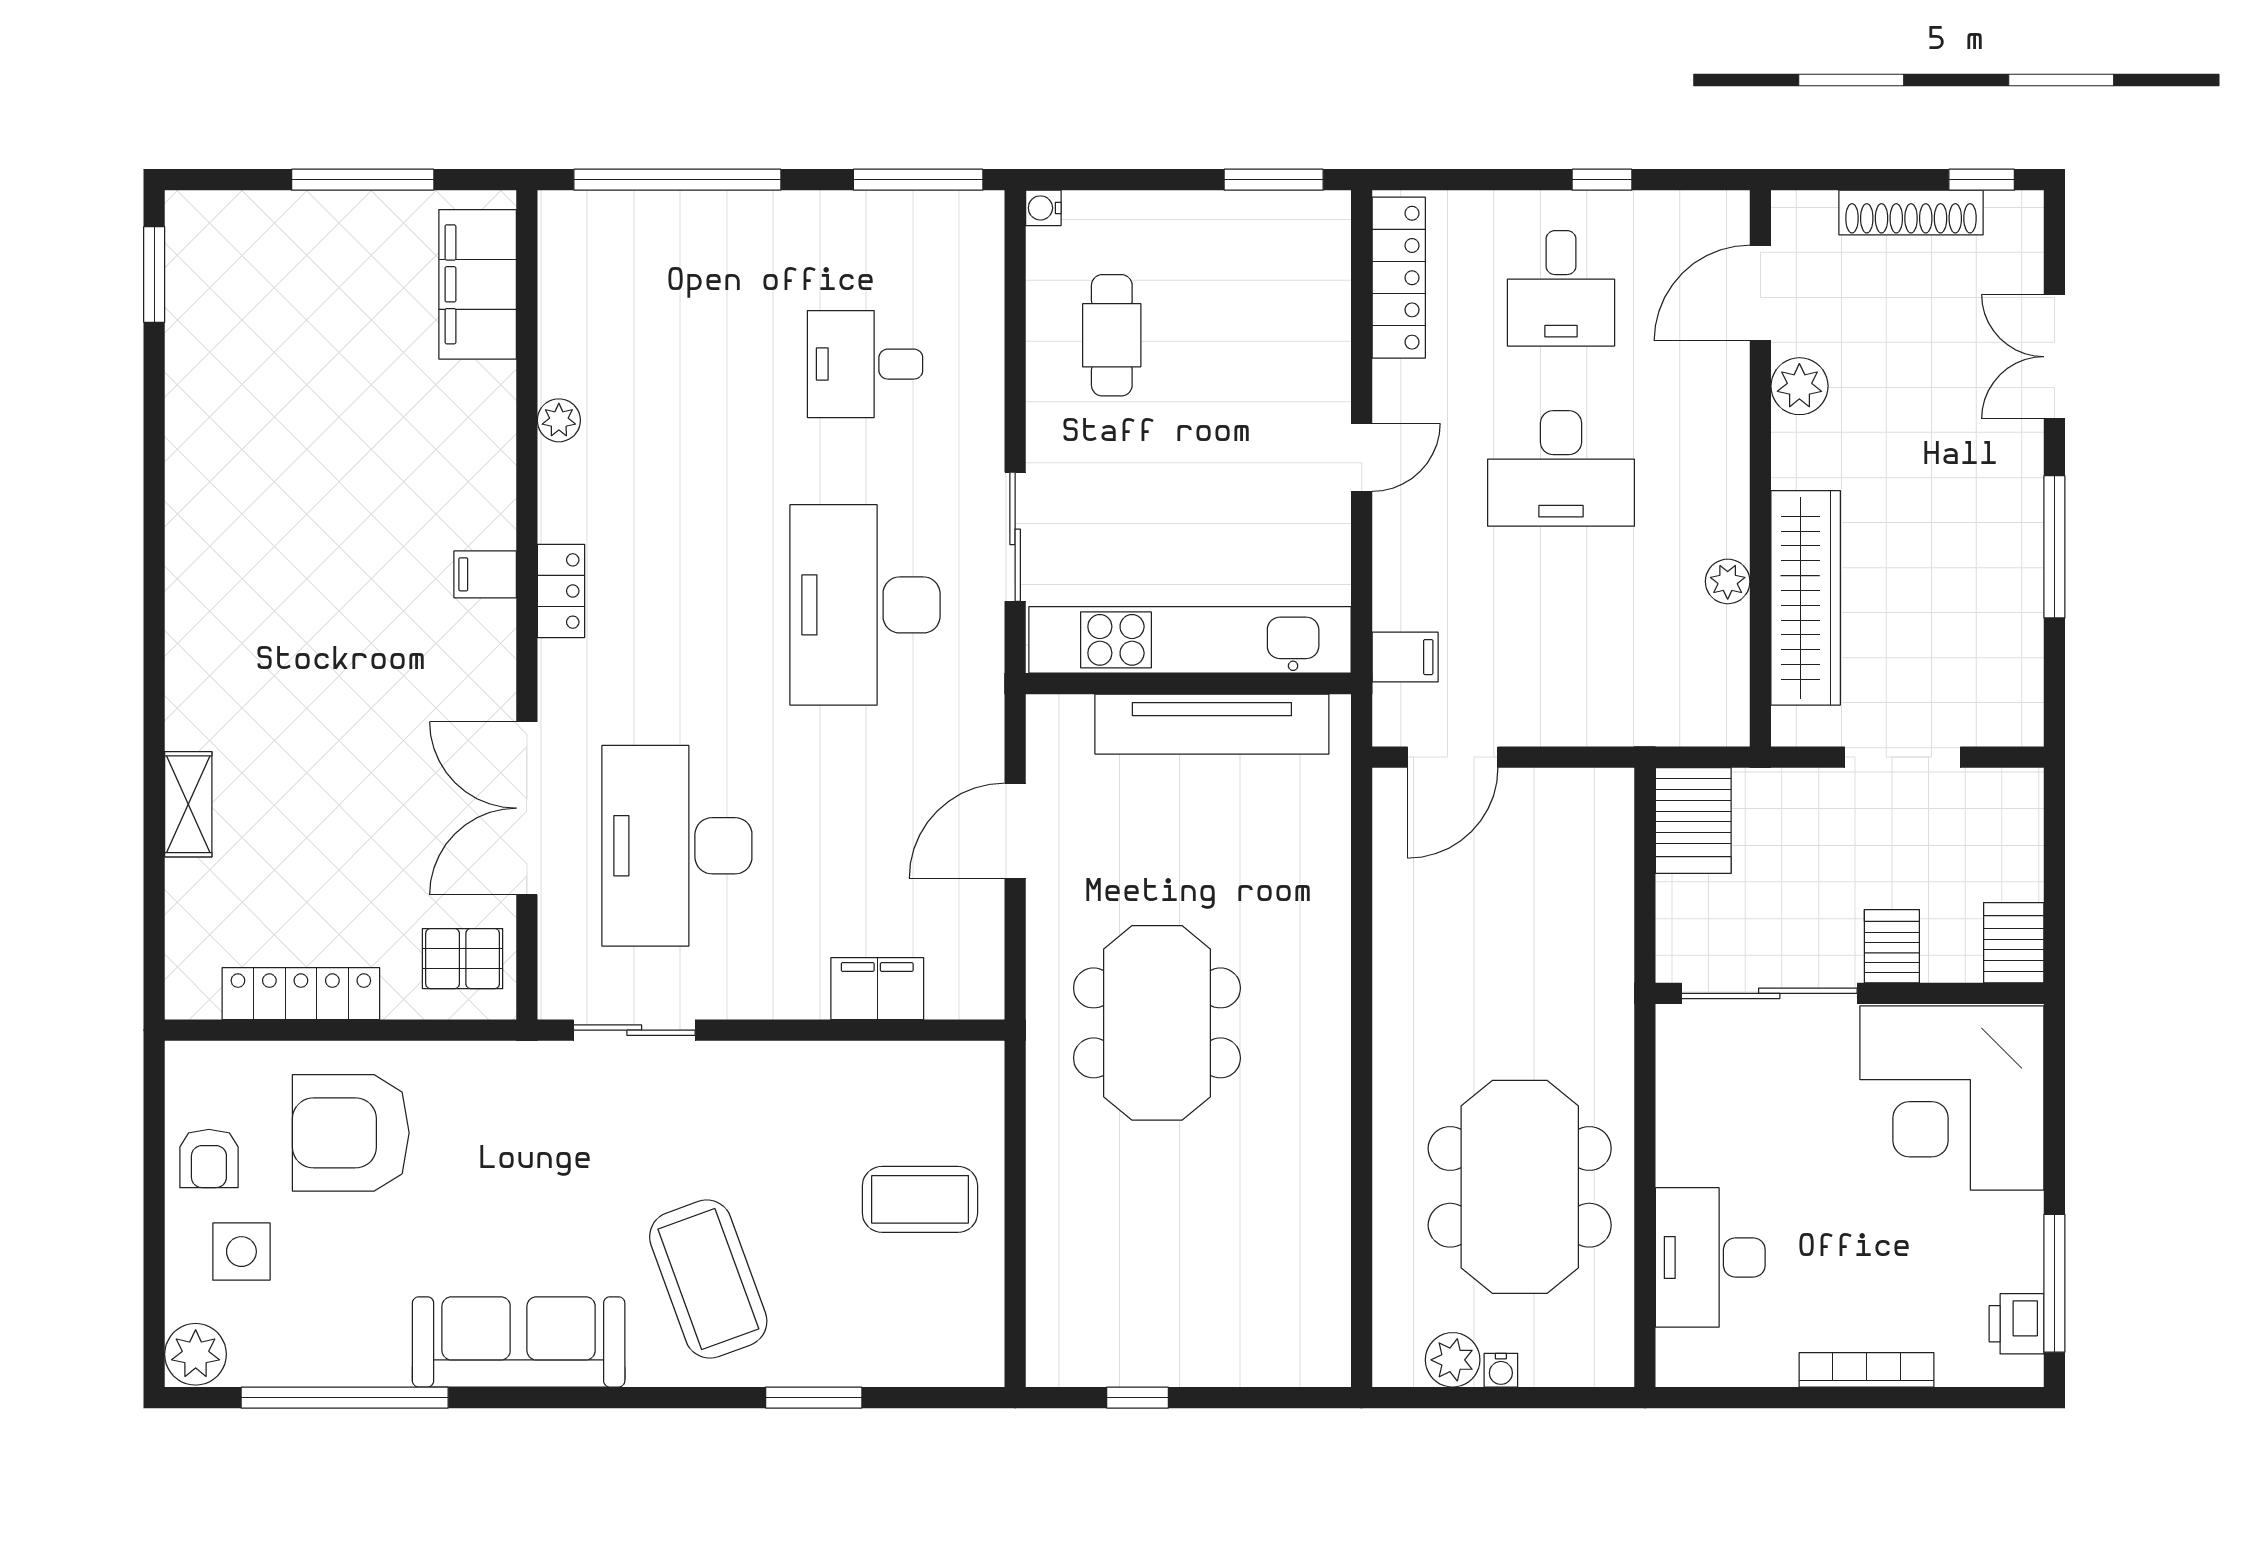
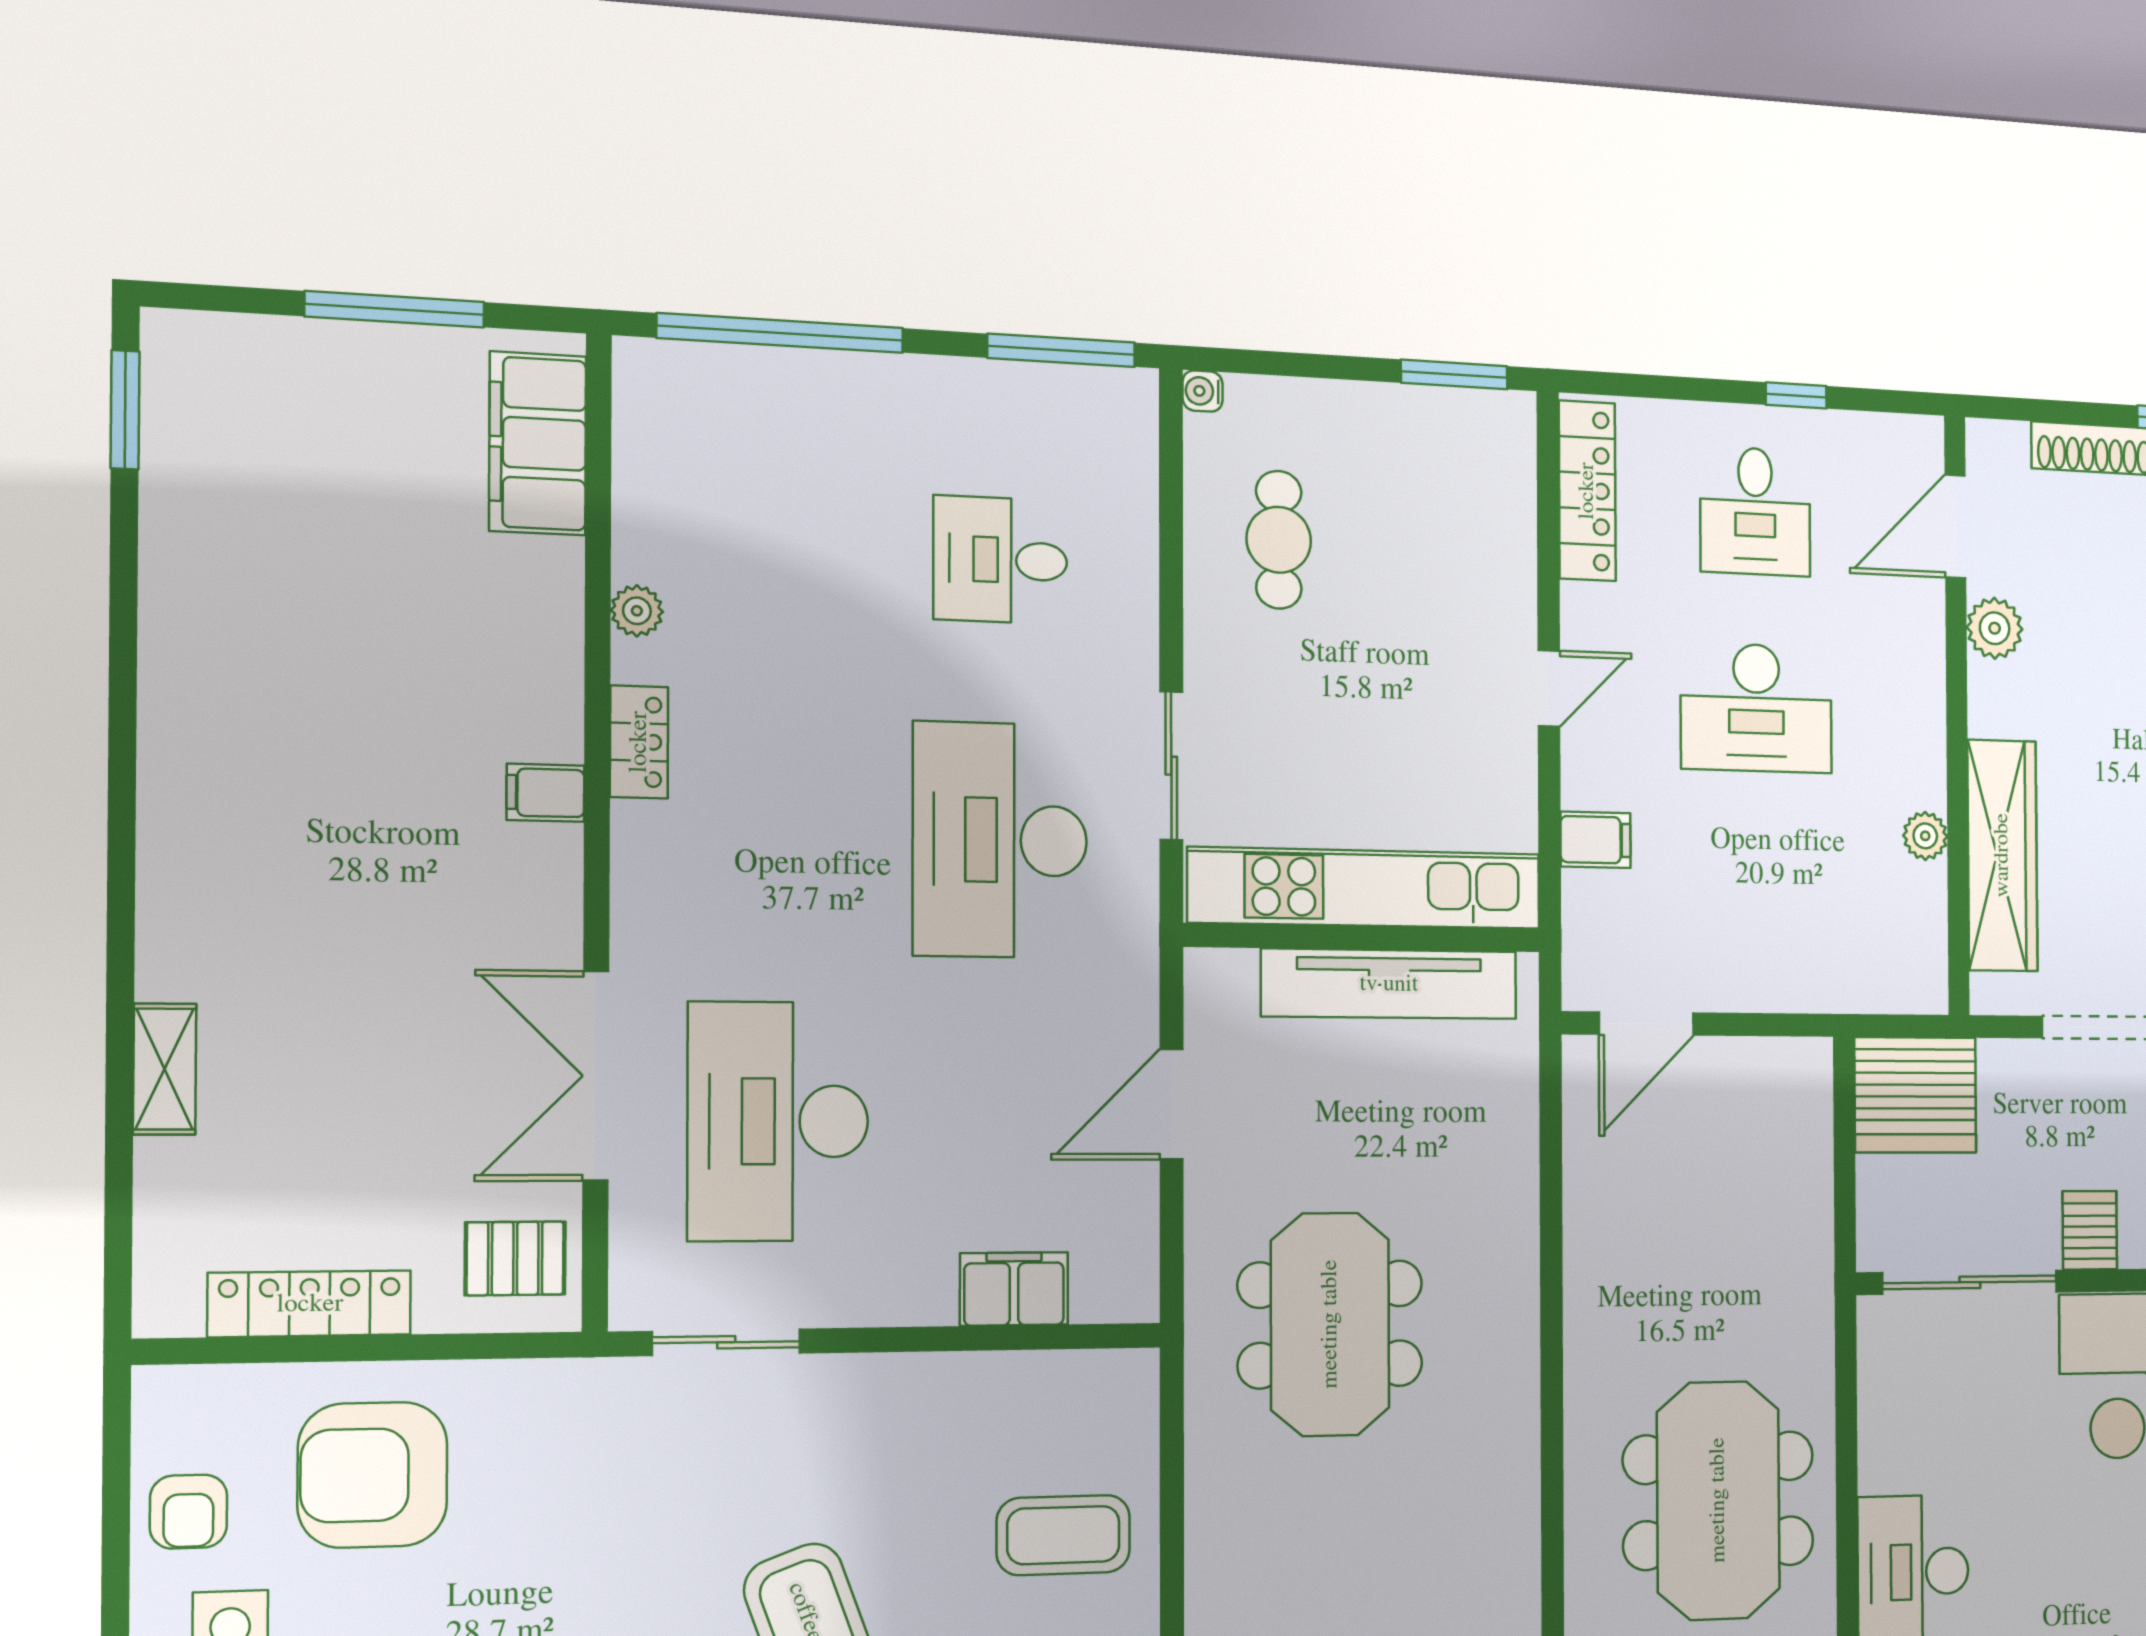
locker: (561, 591) -> (639, 742), moved
filing cabinet: (1405, 657) -> (1596, 840), moved
server rack: (1693, 821) -> (1915, 1095), width x1.60

